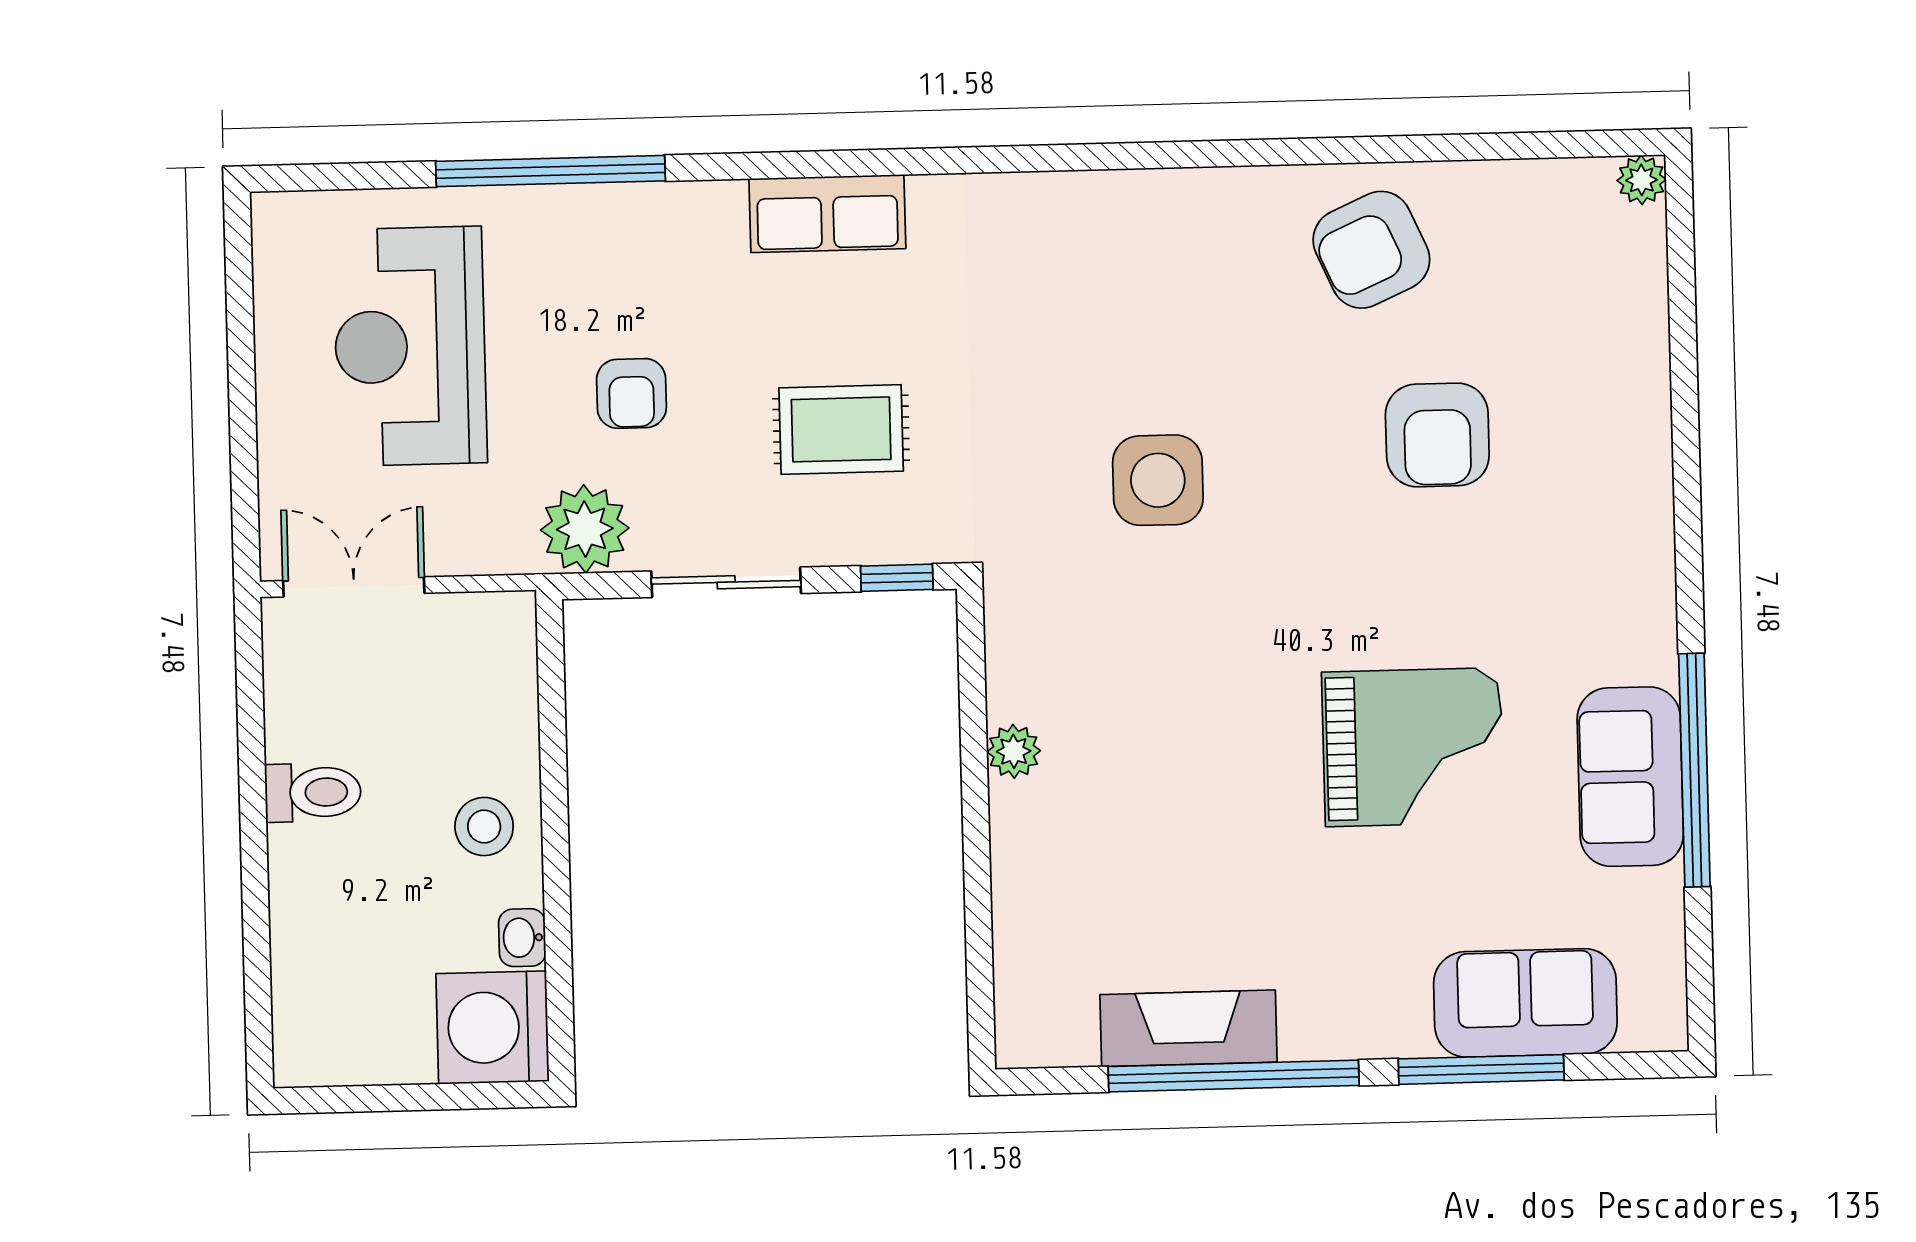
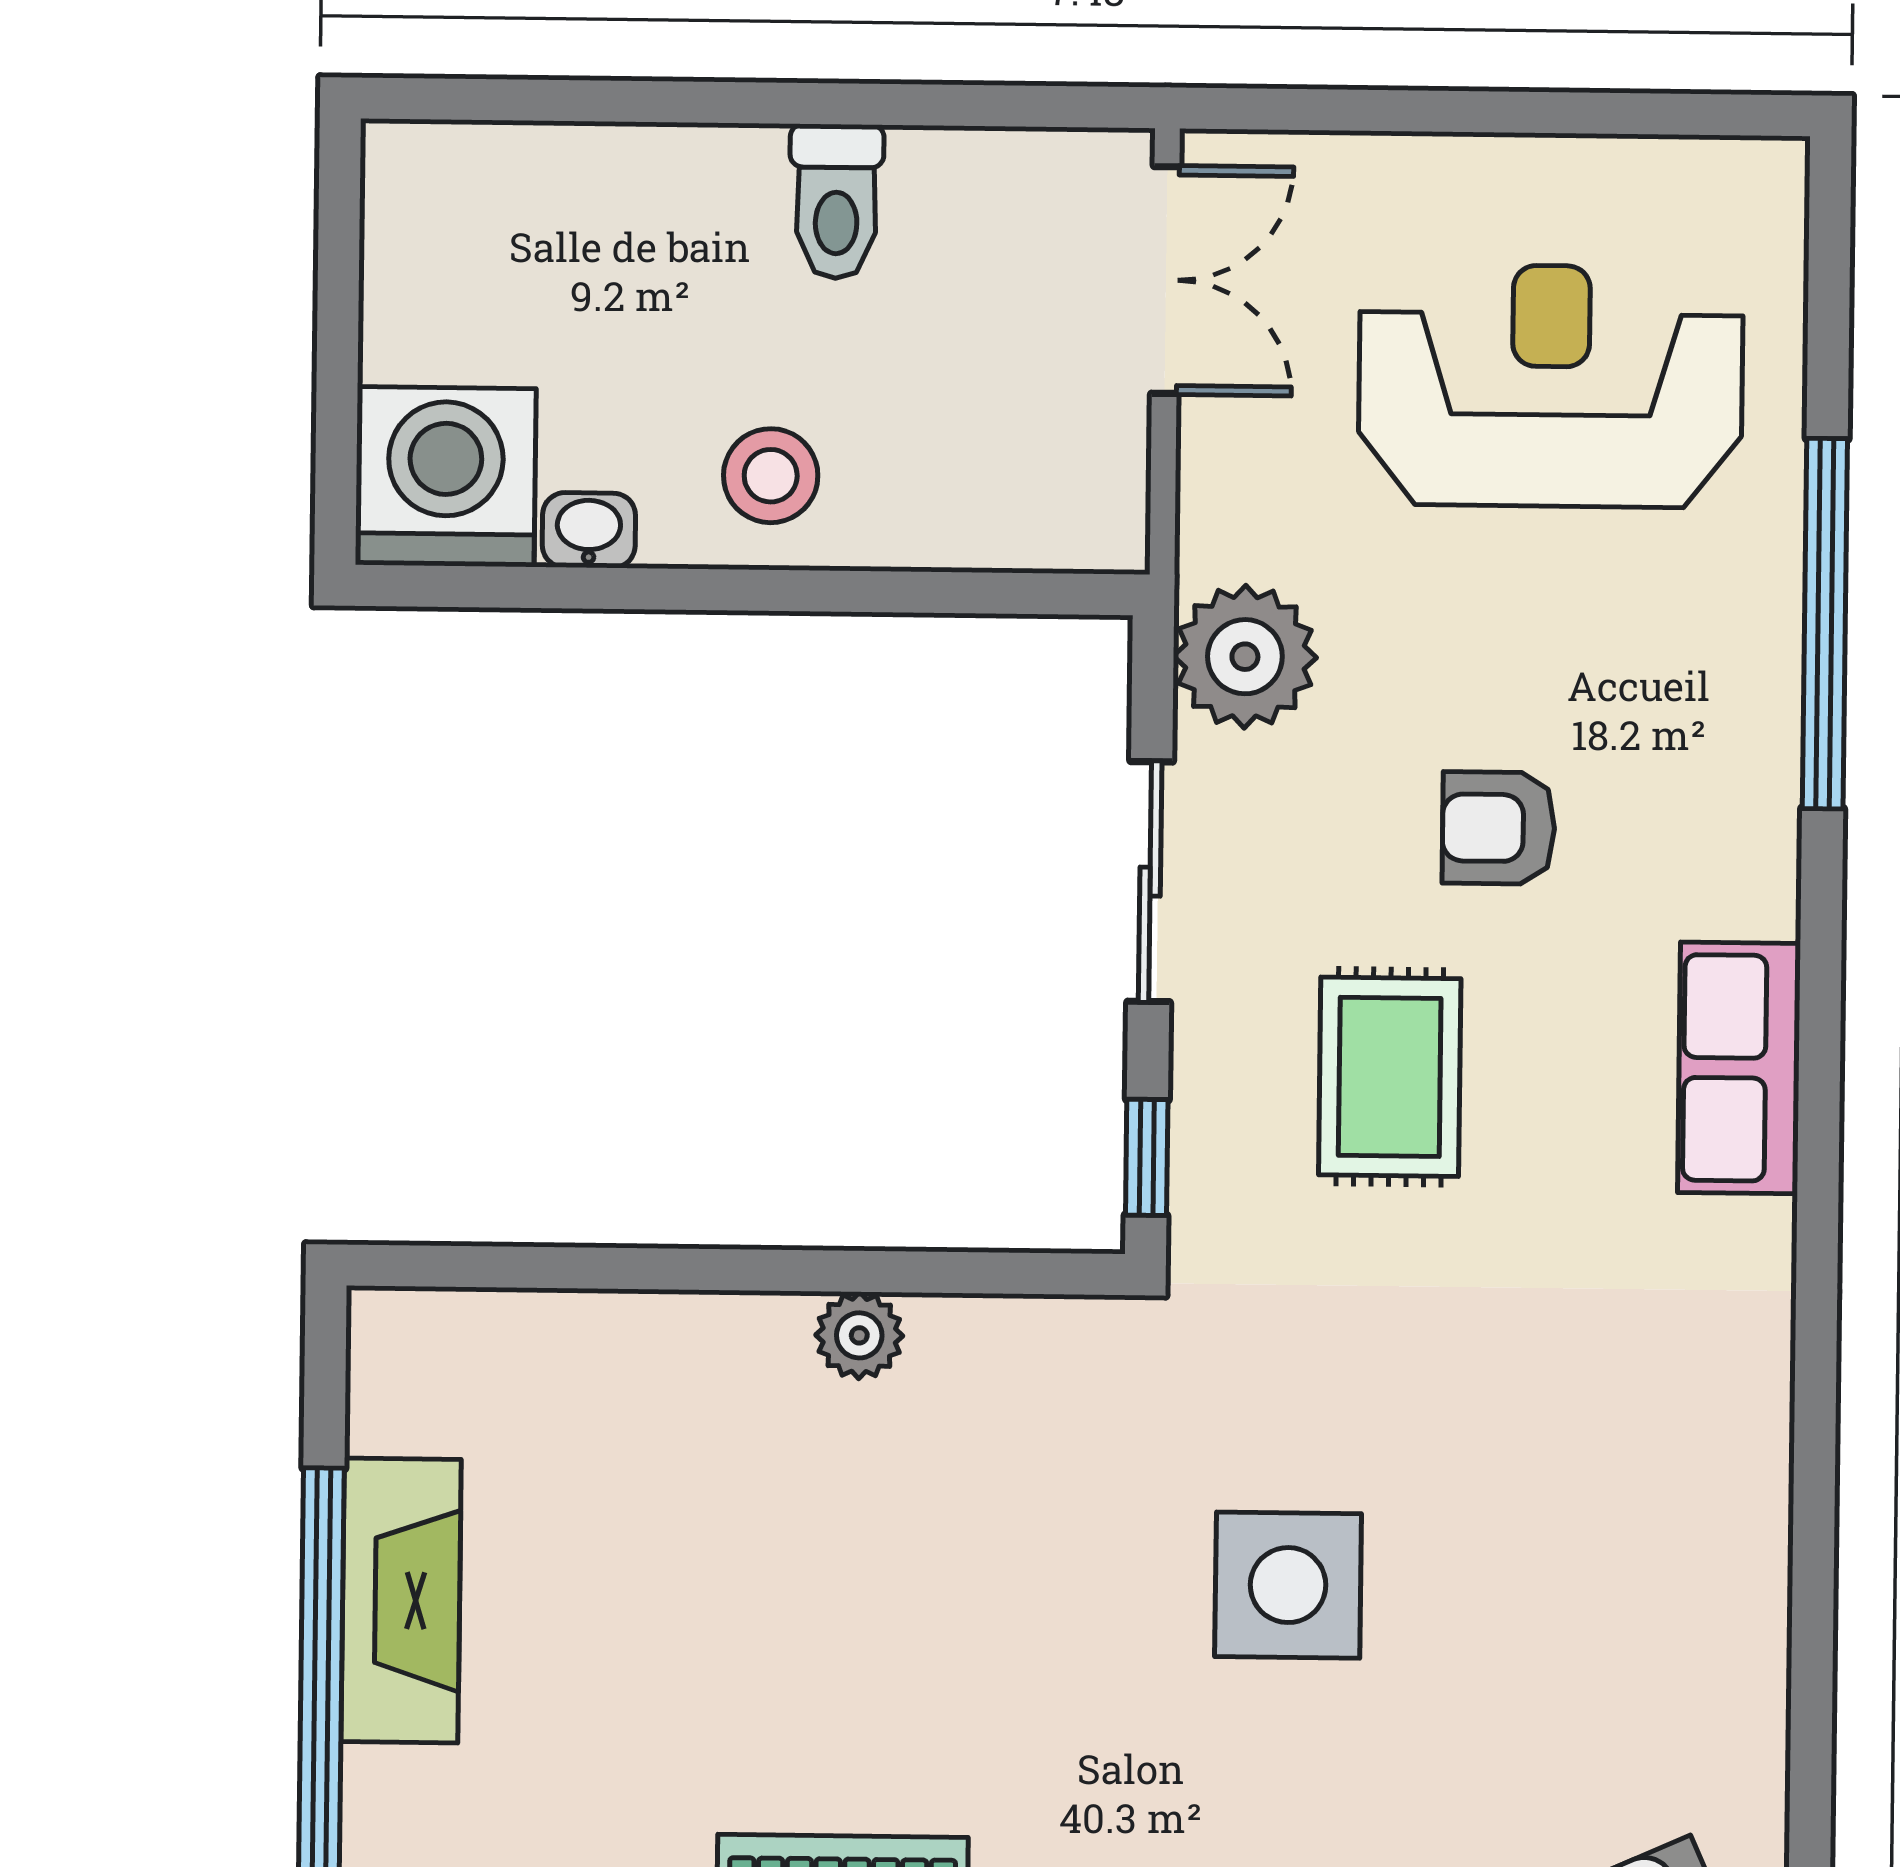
armchair: (631, 393) -> (1499, 828), moved

